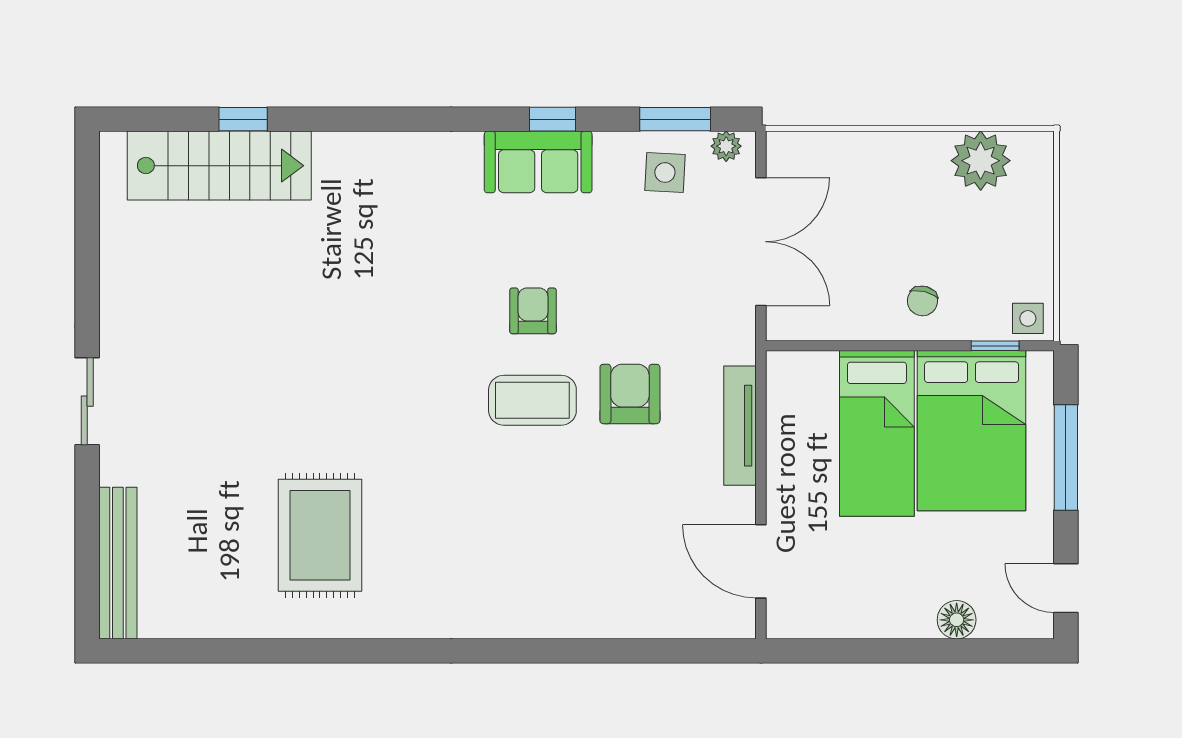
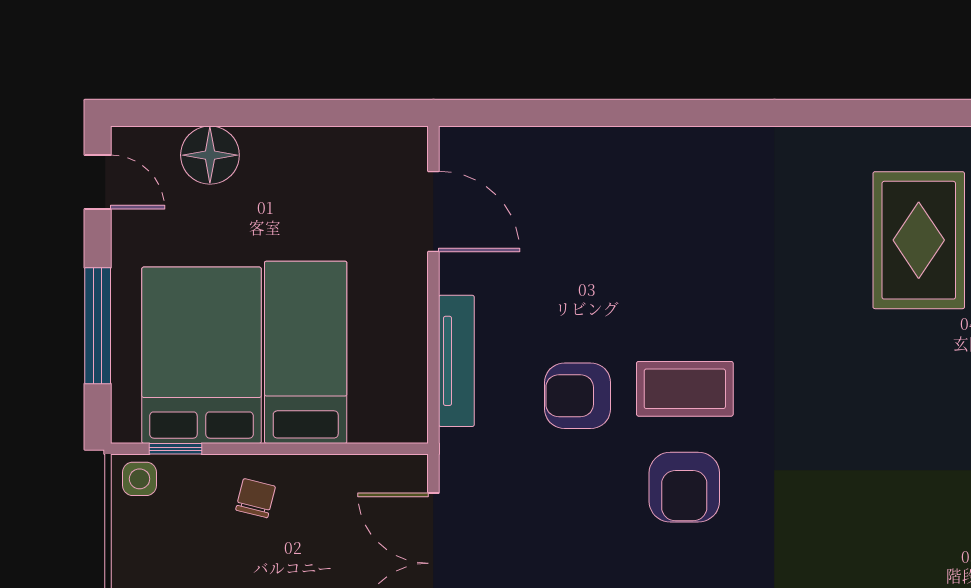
armchair: (533, 311) -> (684, 487), width x1.38, depth x1.38
armchair: (630, 394) -> (578, 396), turned 90
floor lamp: (957, 620) -> (210, 155), width x1.38, depth x1.38

